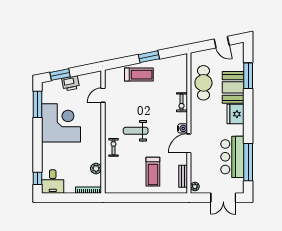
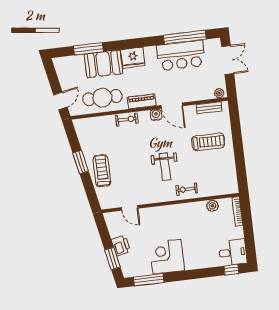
door: (222, 42) -> (60, 101), moved
piano: (196, 117) -> (142, 101), added
corner desk: (61, 123) -> (167, 257), width x0.74, depth x0.74

